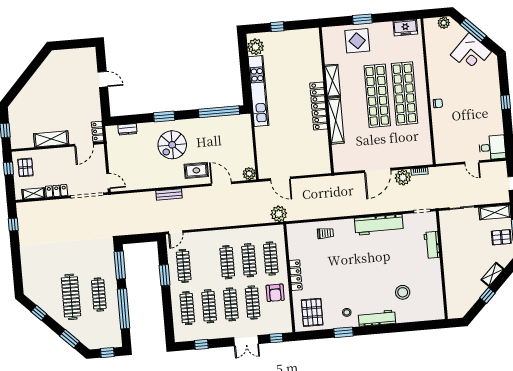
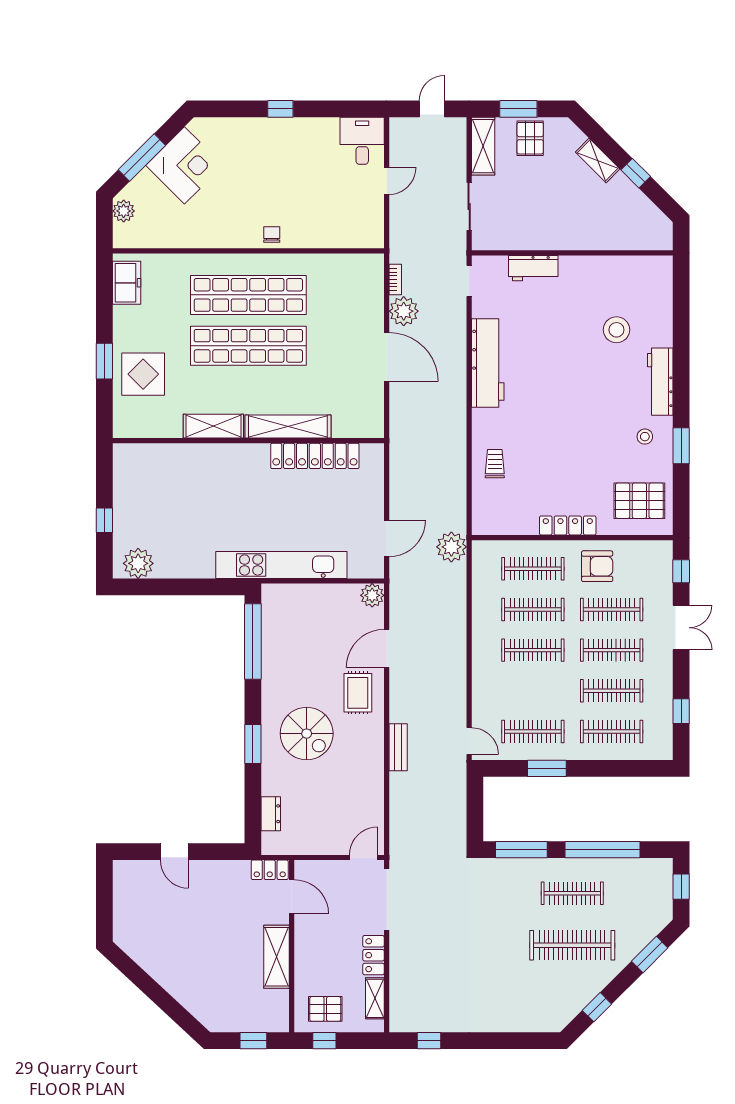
door: (103, 79) -> (174, 852), swing flipped
kitchen unit: (258, 91) -> (281, 565), moved
locker: (319, 106) -> (315, 456), moved

